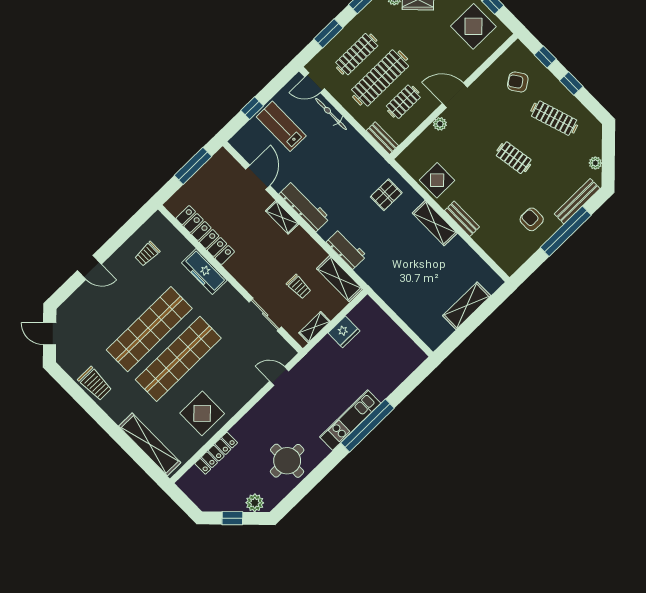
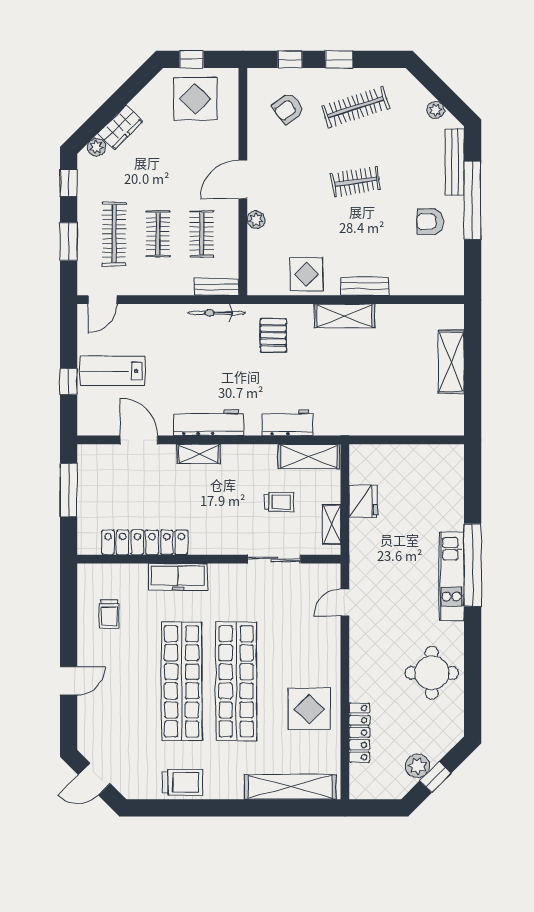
clothes rail: (380, 78) -> (158, 234), width x0.54, depth x0.76
bicycle: (331, 114) -> (216, 313), moved
plant: (255, 503) -> (418, 766), moved

